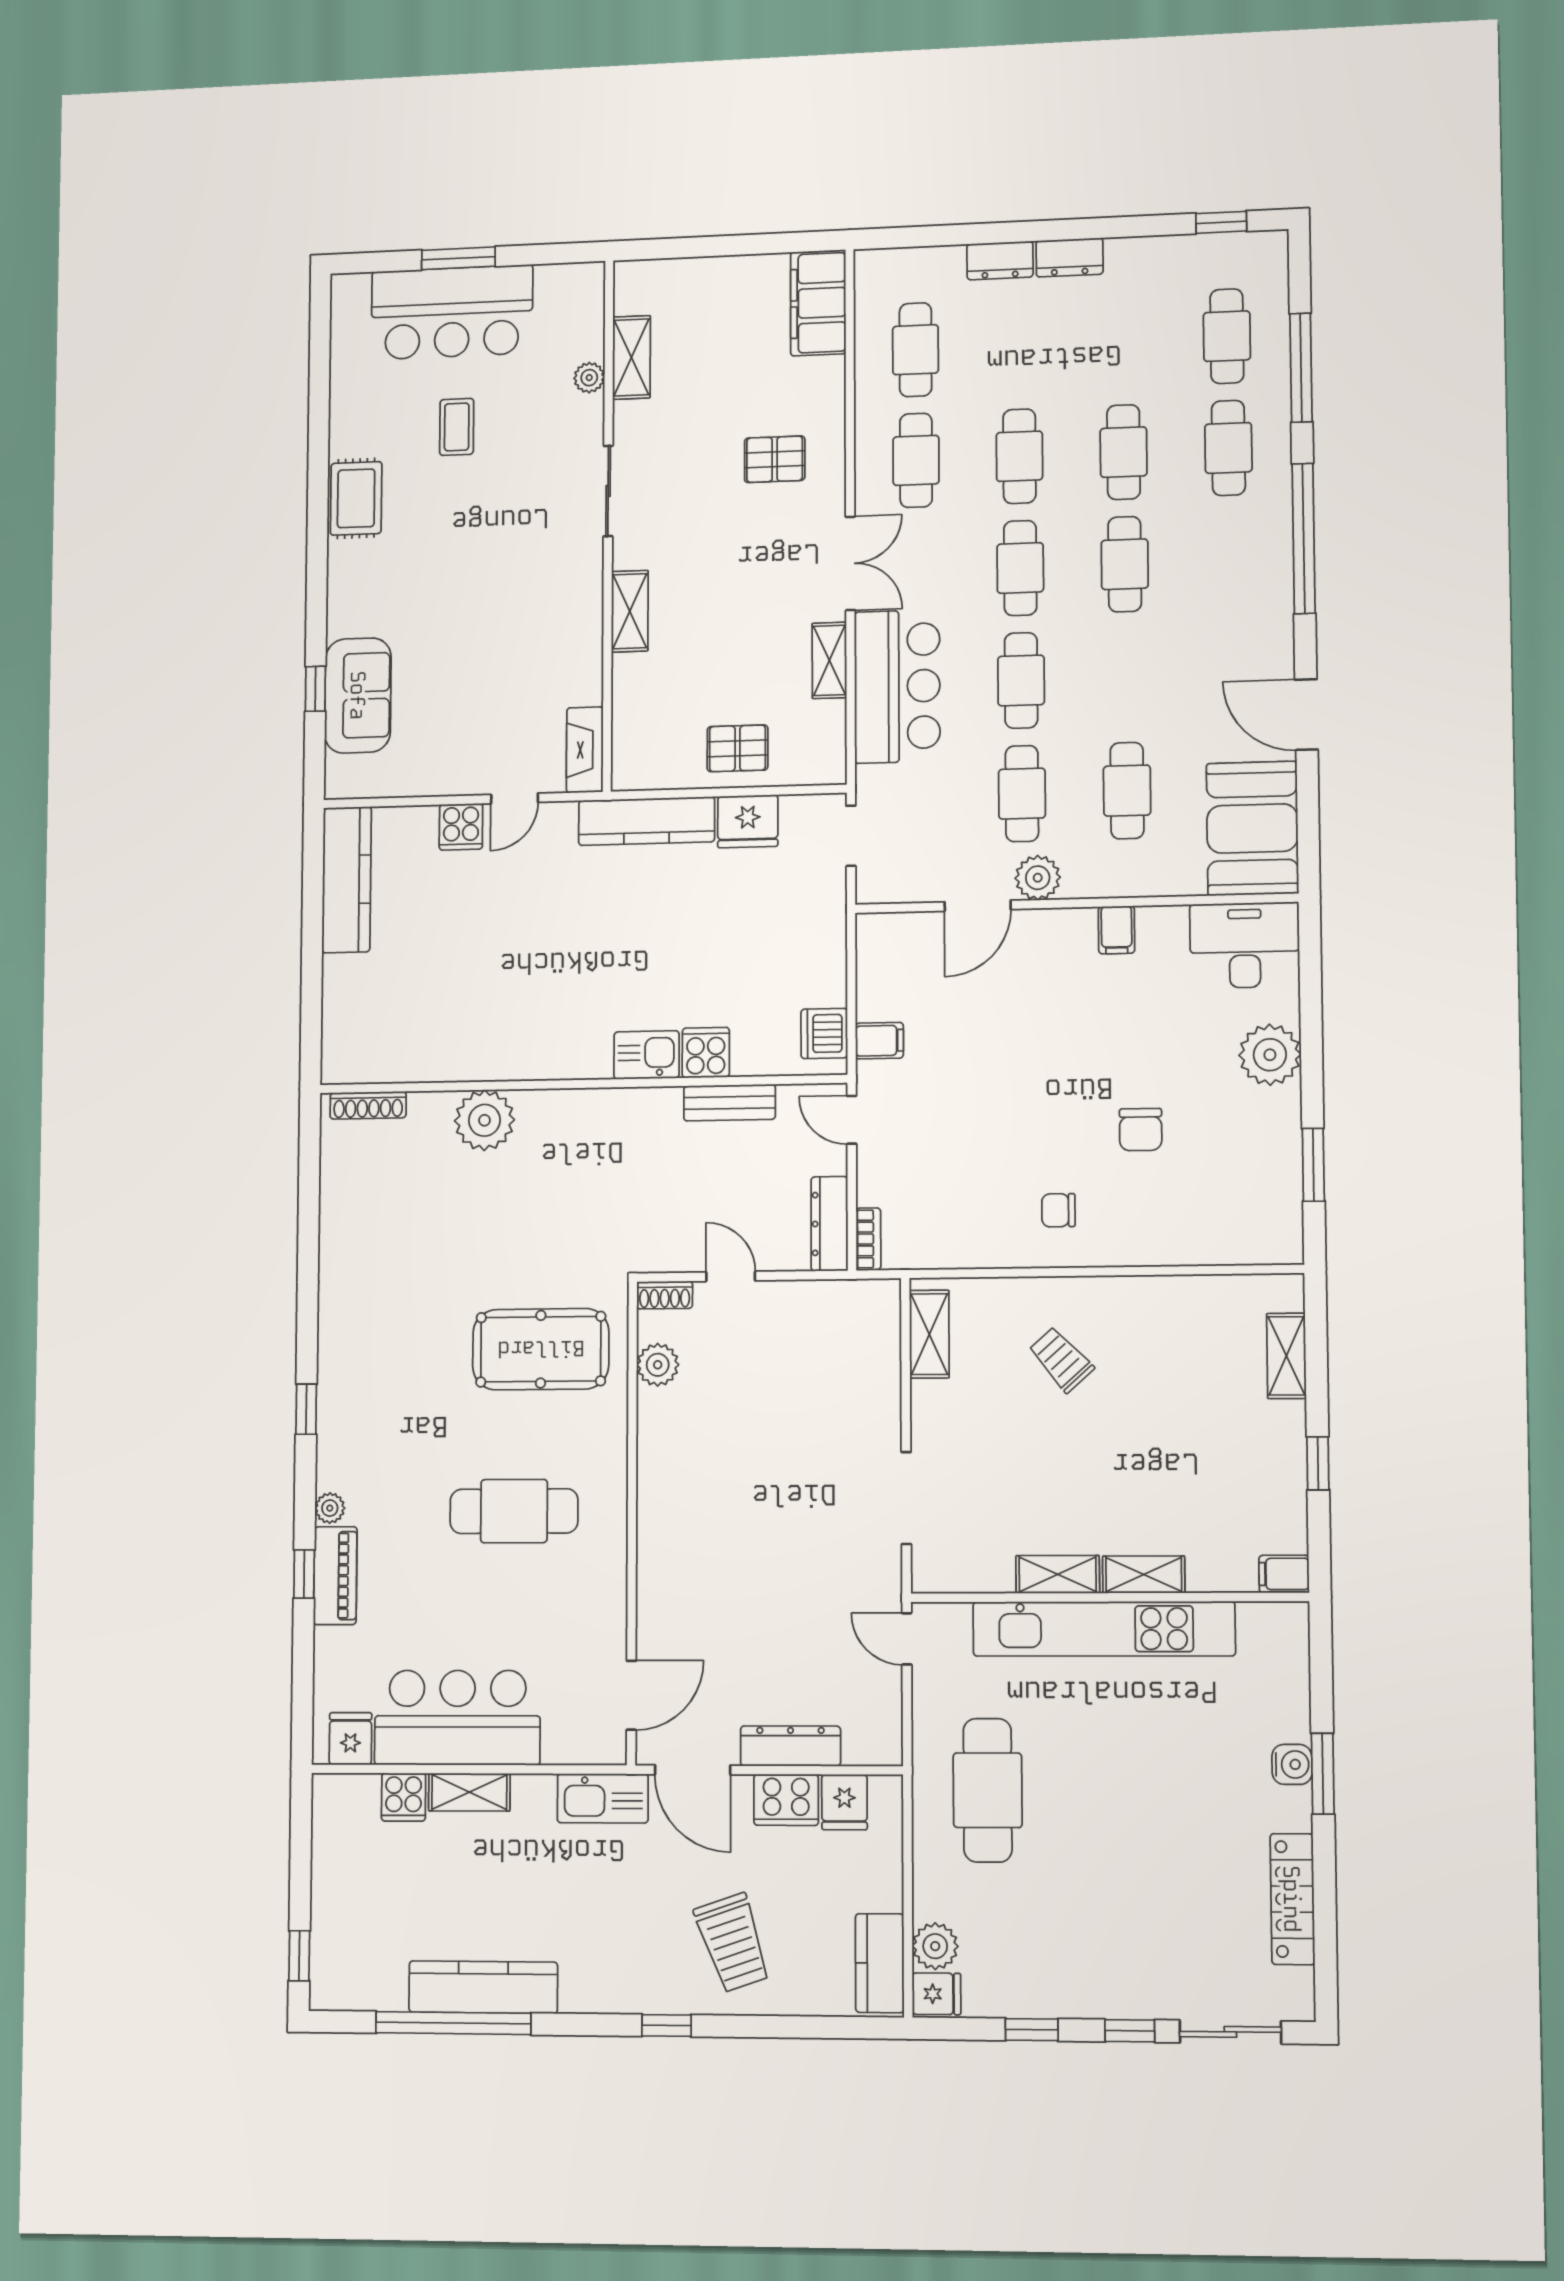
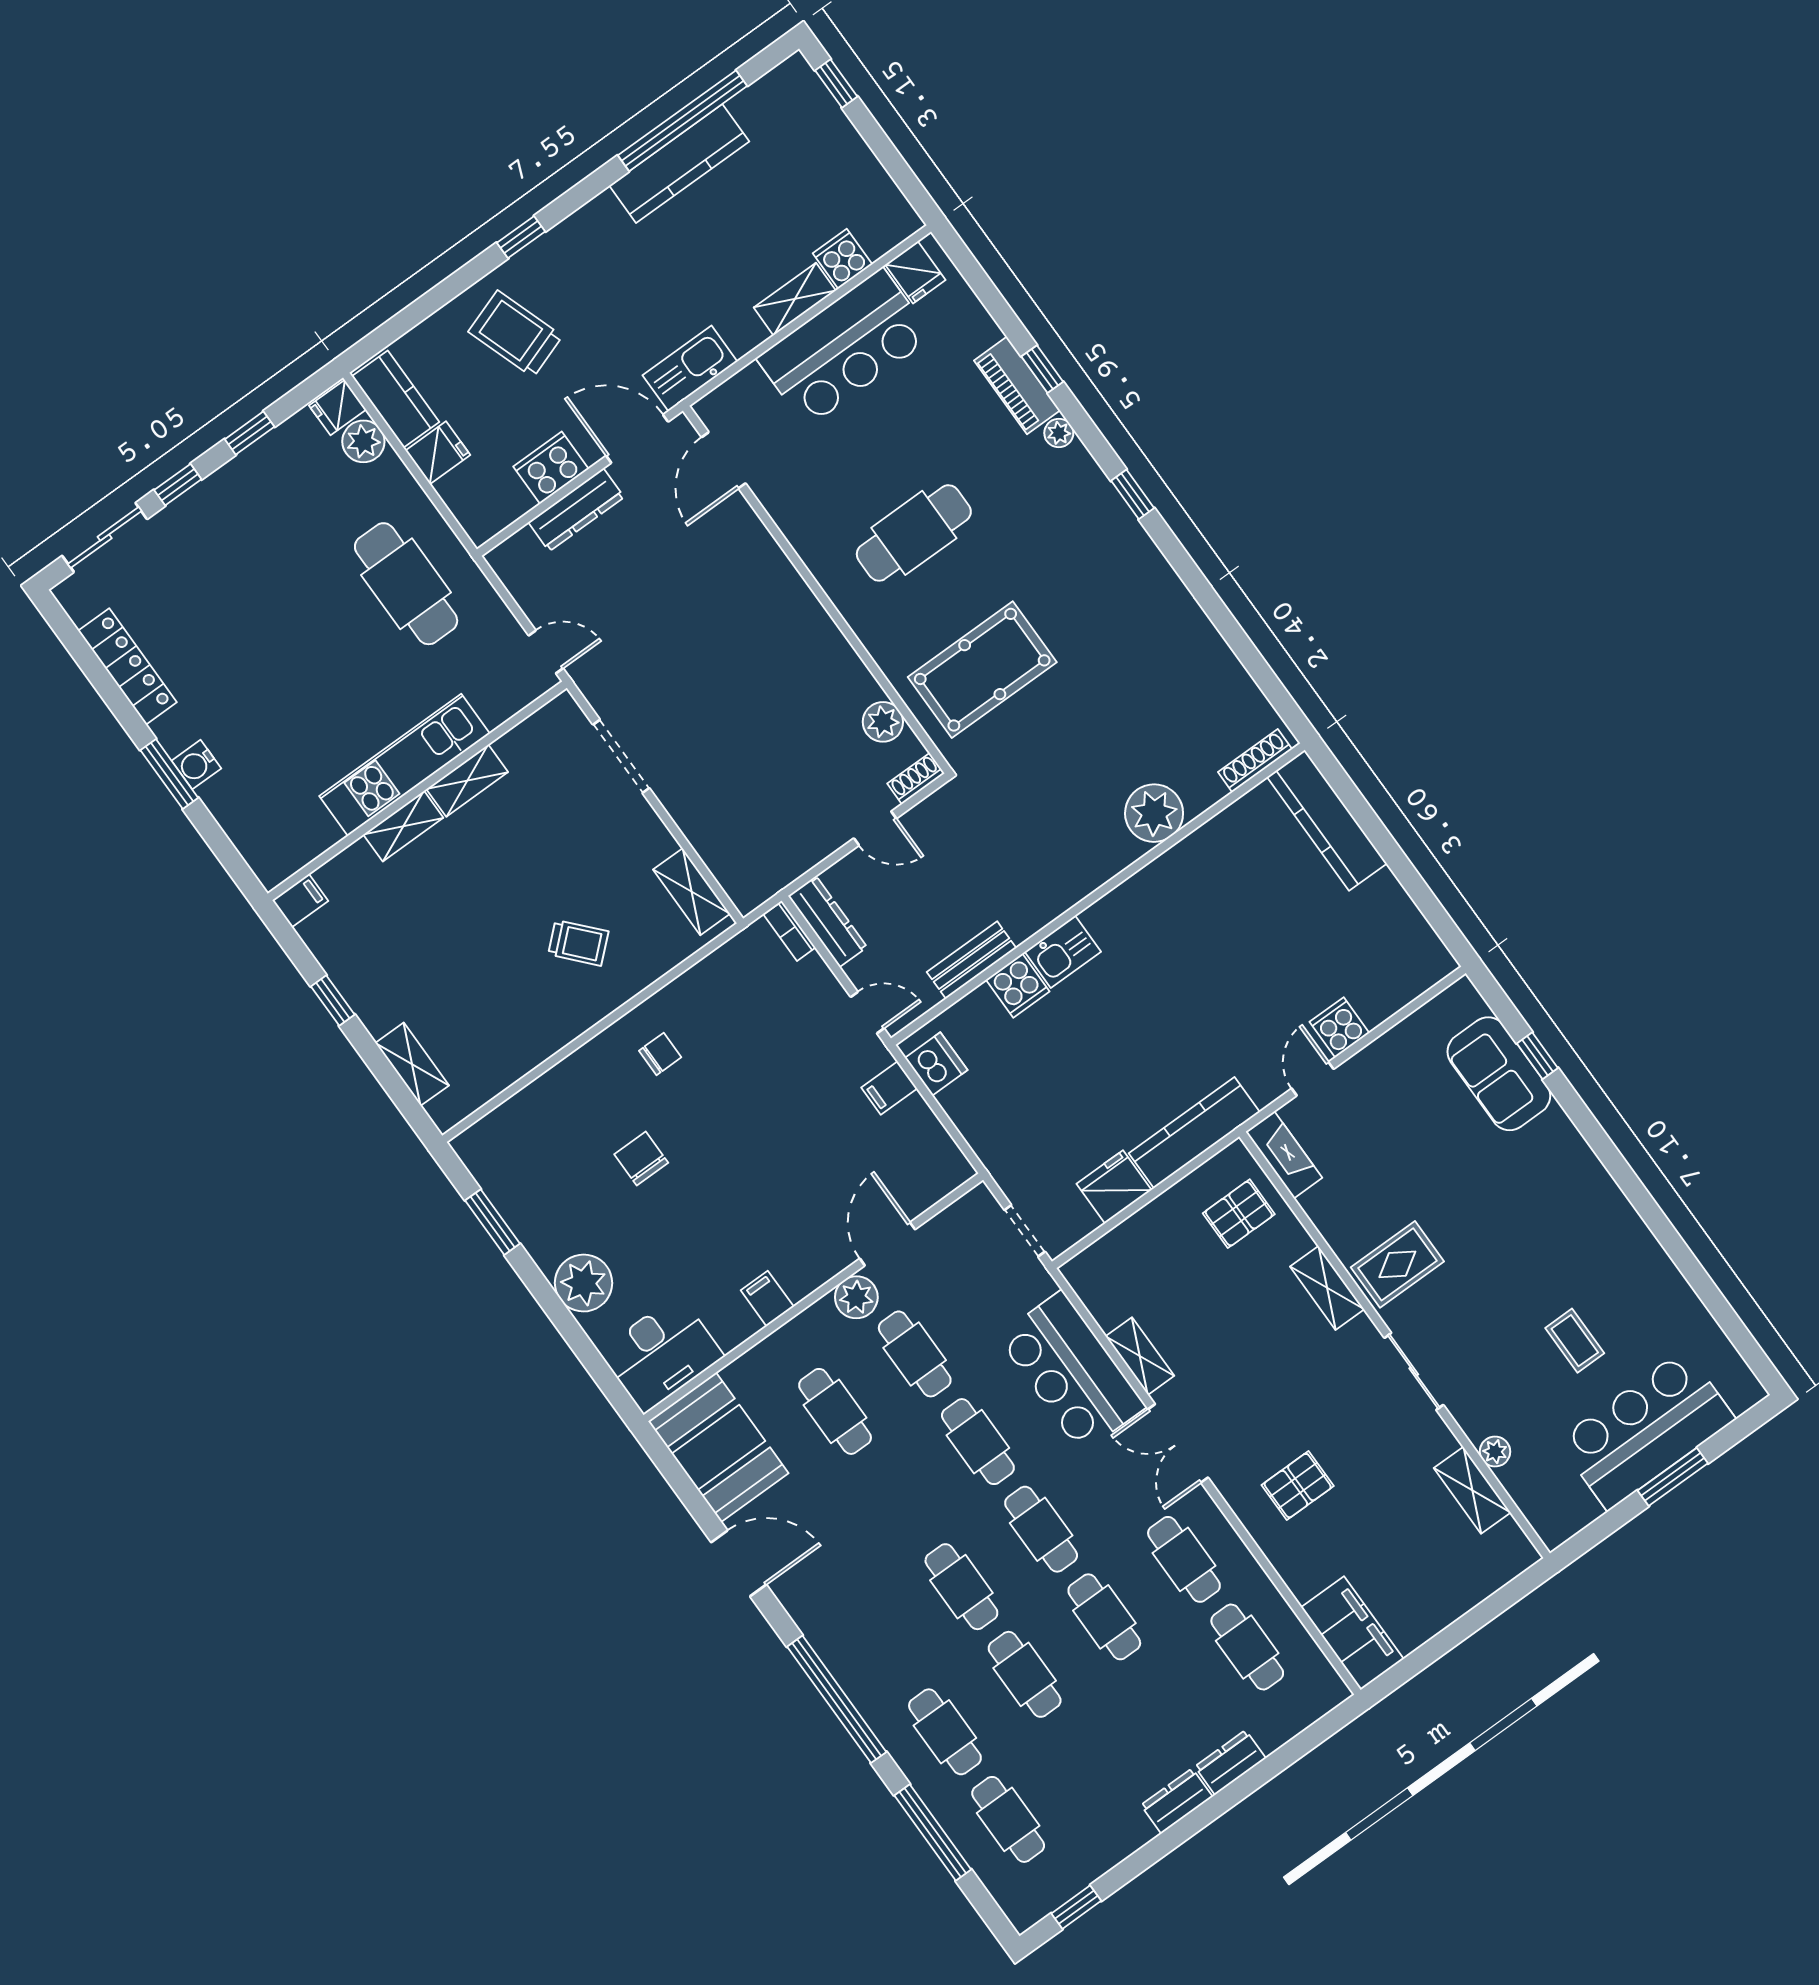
rug: (356, 498) -> (1397, 1264), moved, turned 90
pallet: (737, 748) -> (1239, 1214), moved
kitchen counter: (347, 880) -> (1327, 820), moved
kitchen unit: (1104, 1629) -> (405, 765), width x0.73
fridge: (844, 1802) -> (438, 453), moved, turned 90

